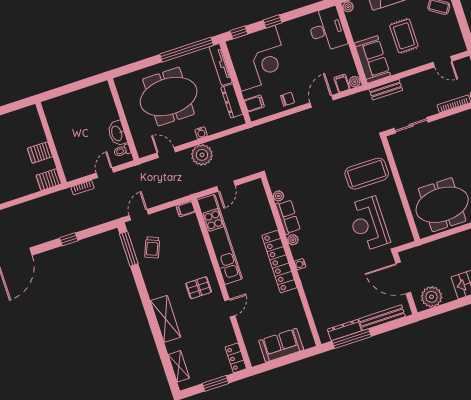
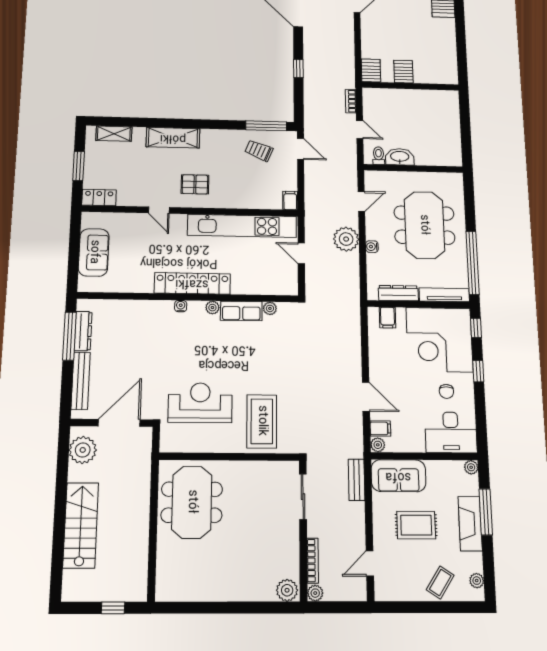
chair: (288, 99) -> (446, 391), moved
pallet: (199, 288) -> (195, 184), turned 90

